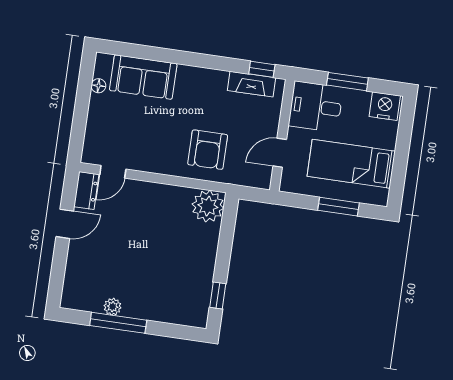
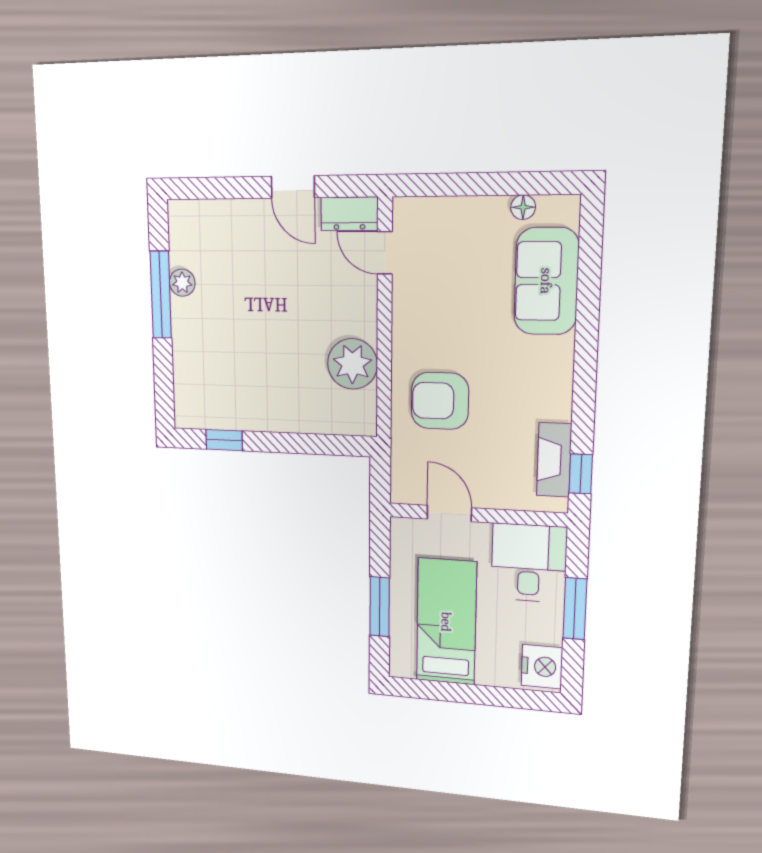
plant: (208, 206) -> (352, 364), moved

